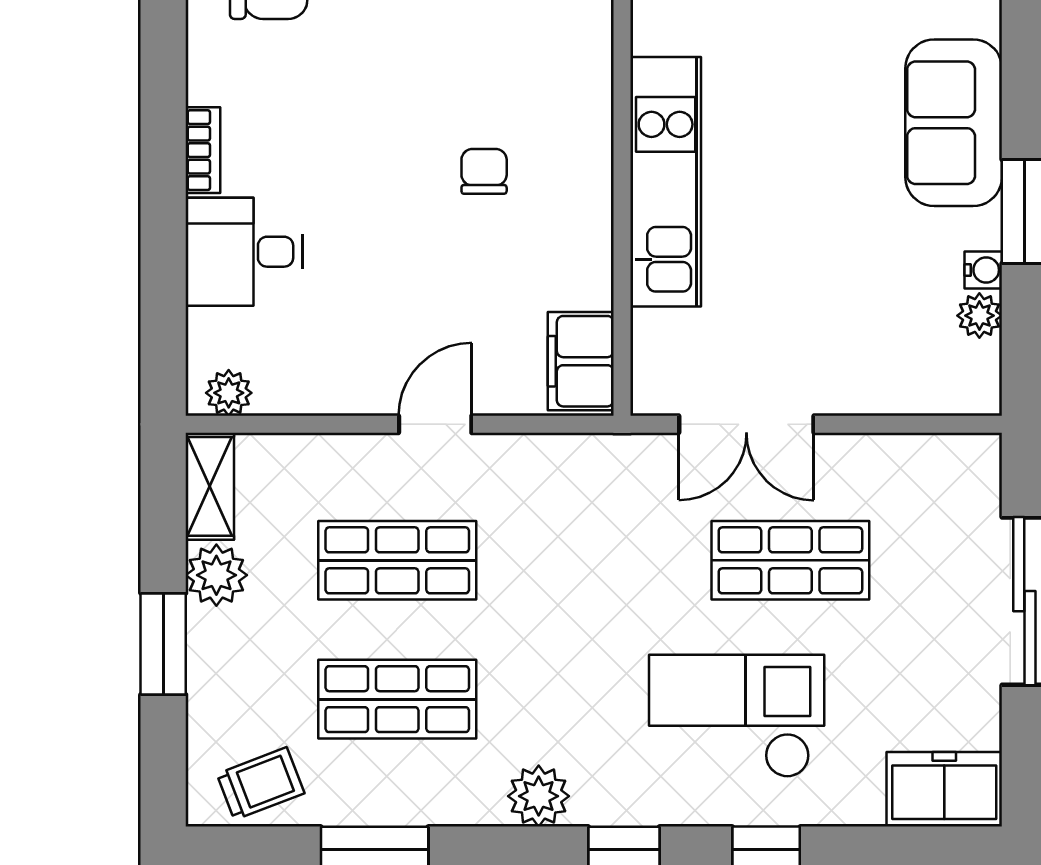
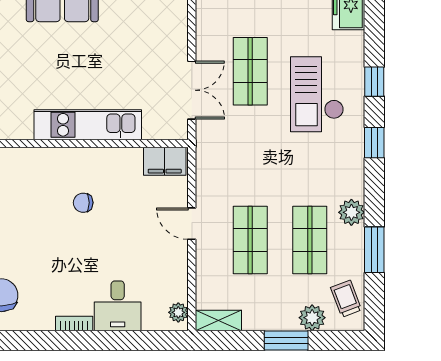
plant: (216, 575) -> (312, 318), moved
plant: (539, 796) -> (351, 212), moved

